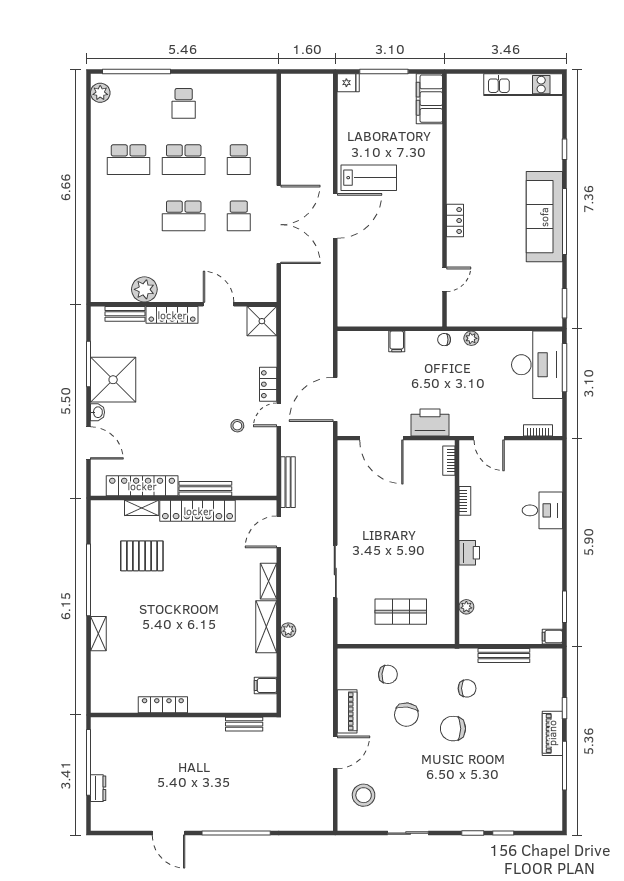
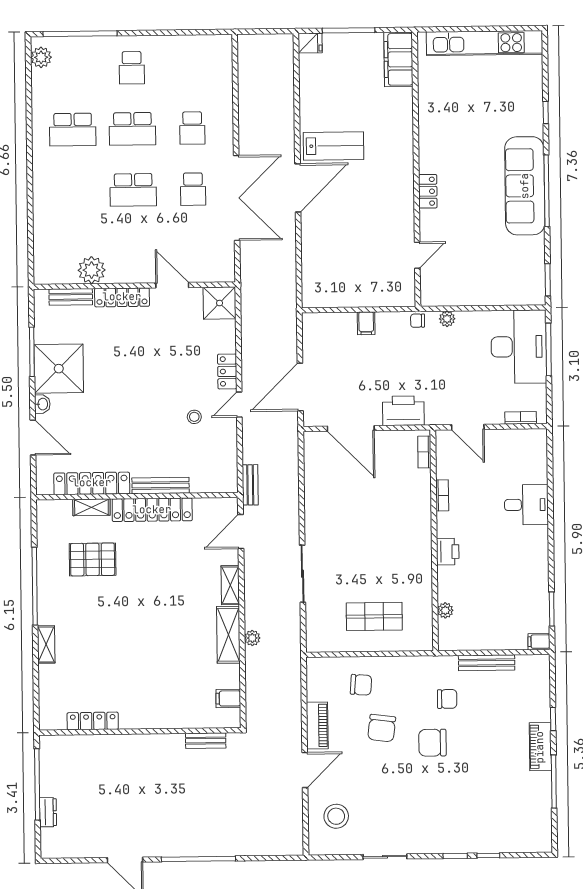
kitchen unit: (523, 85) -> (485, 43), width x1.36
bench: (288, 482) -> (250, 485), width x0.73
locker: (163, 705) -> (93, 721), moved

